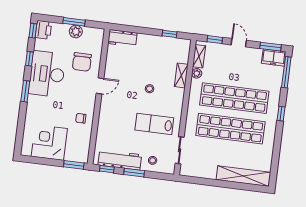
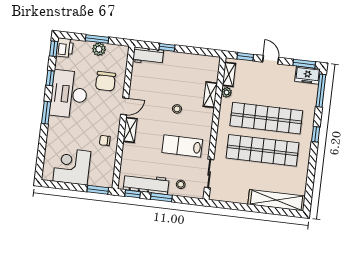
window: (169, 34) -> (167, 47), moved
shelving: (105, 108) -> (130, 130), added

